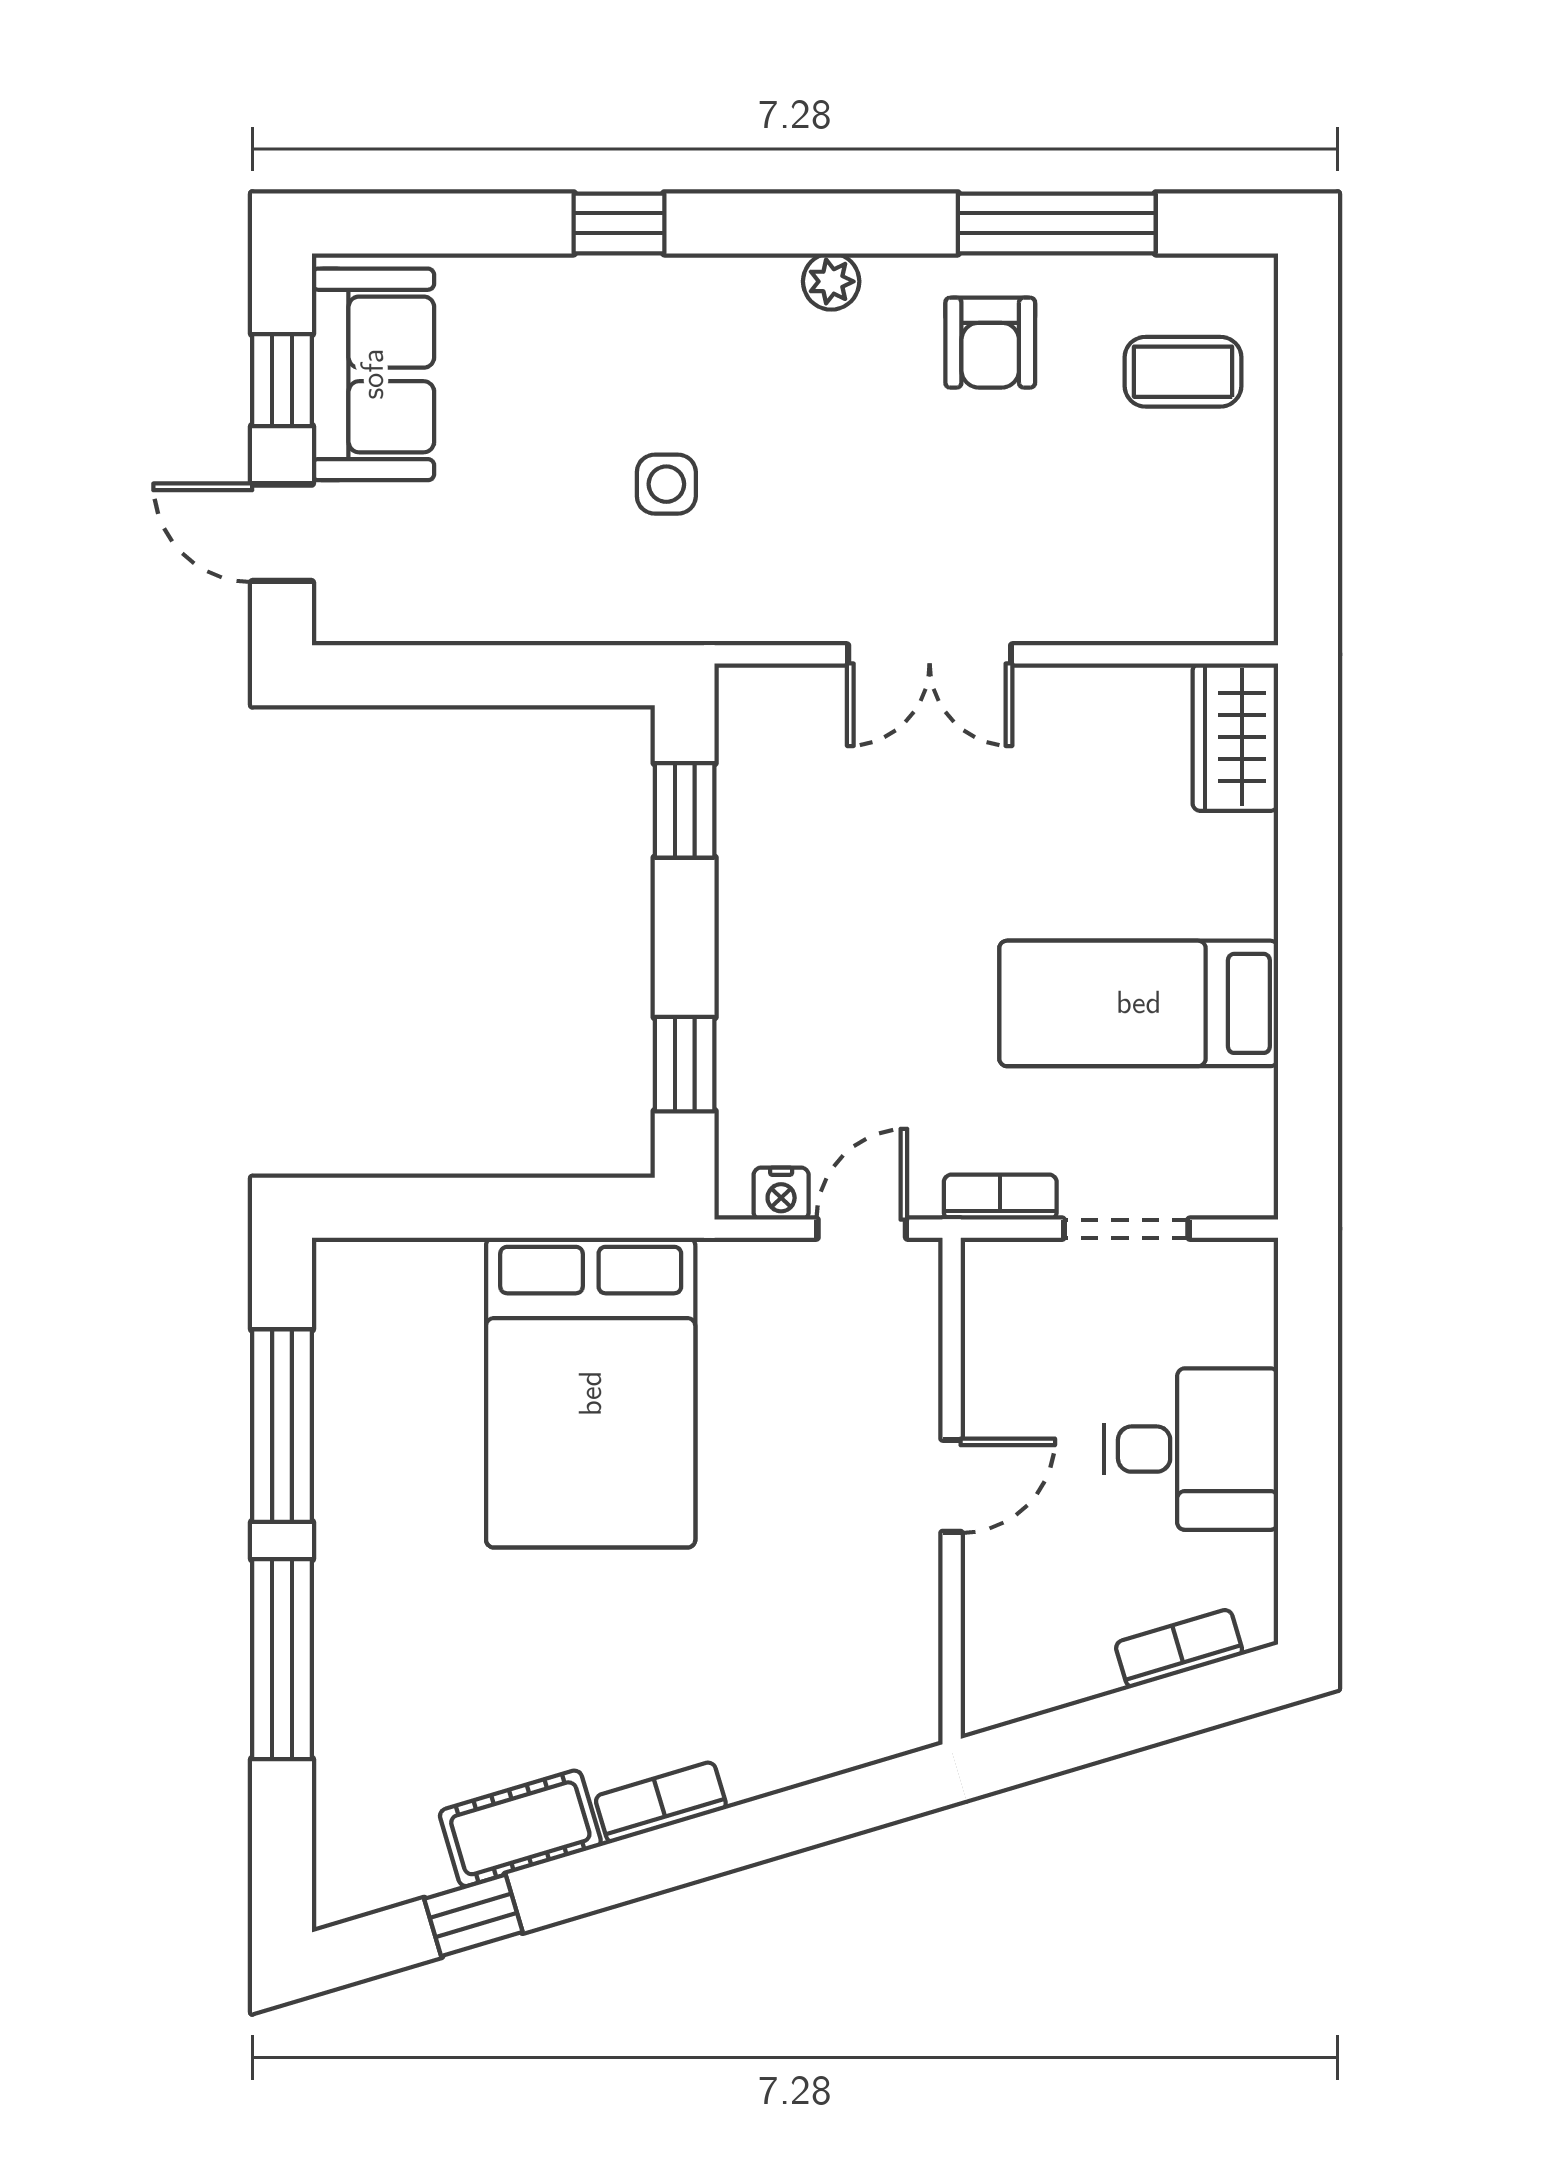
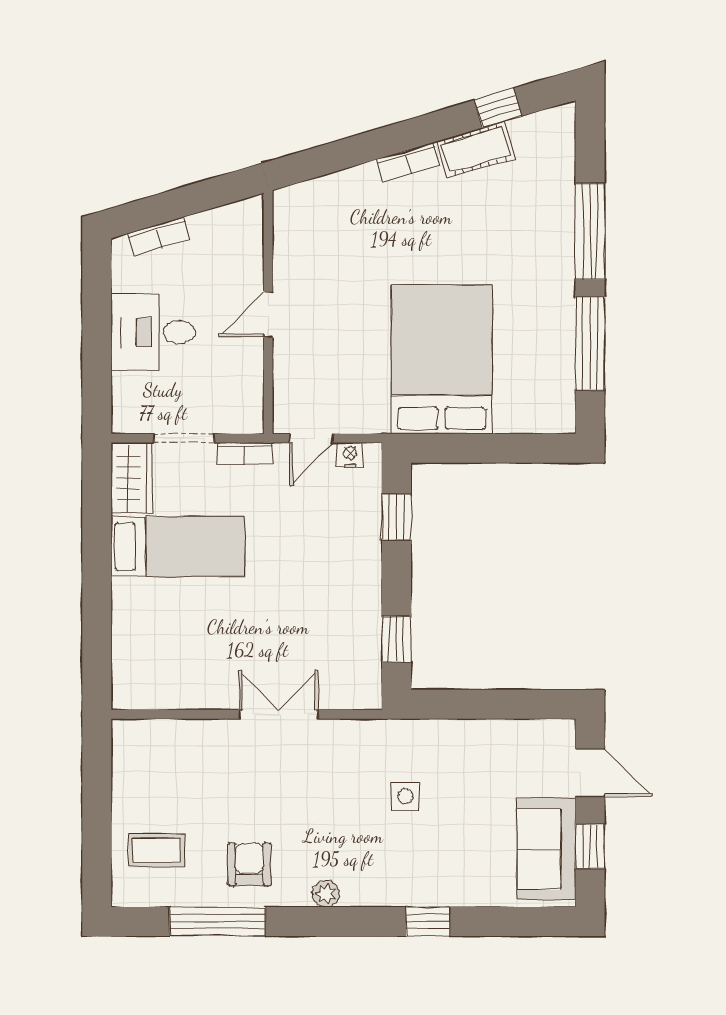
wardrobe: (1235, 737) -> (132, 478), moved

